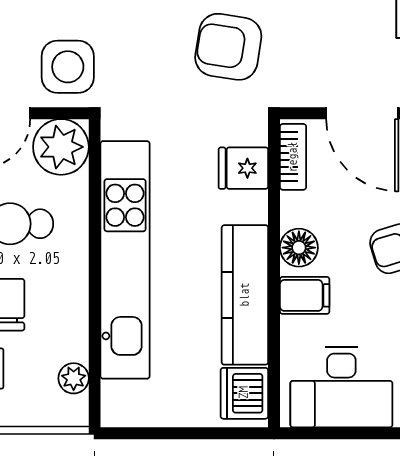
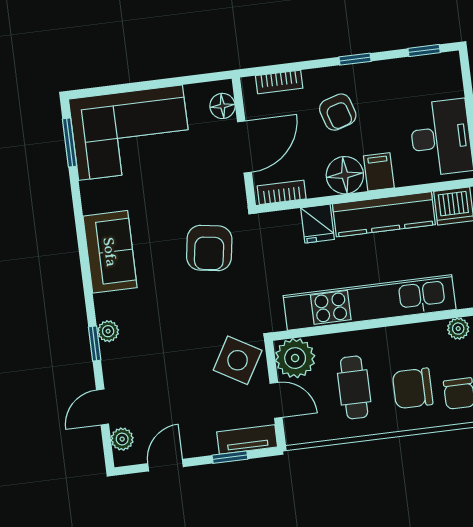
side table: (68, 67) -> (238, 360), turned 30
fridge: (243, 168) -> (317, 224), moved
floor lamp: (299, 248) -> (345, 175), width x1.38, depth x1.38

